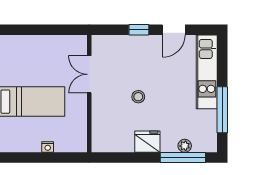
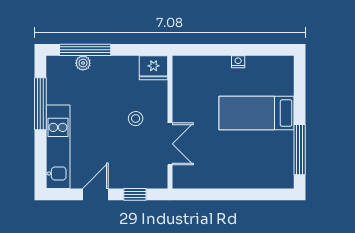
double door: (89, 74) -> (170, 144), moved
wall: (89, 94) -> (170, 122), moved
fridge: (147, 142) -> (154, 68), moved

